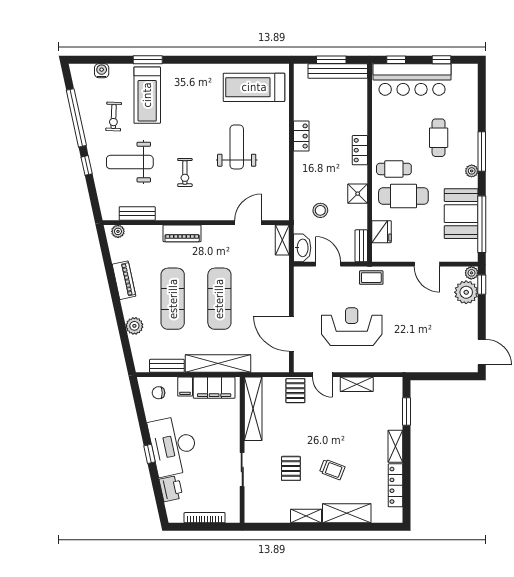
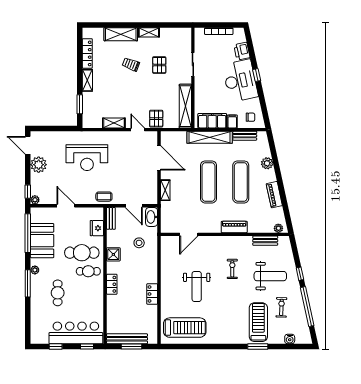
shelving: (282, 240) -> (165, 190), moved
plant: (466, 292) -> (39, 165), moved
reception desk: (352, 327) -> (87, 158), moved

